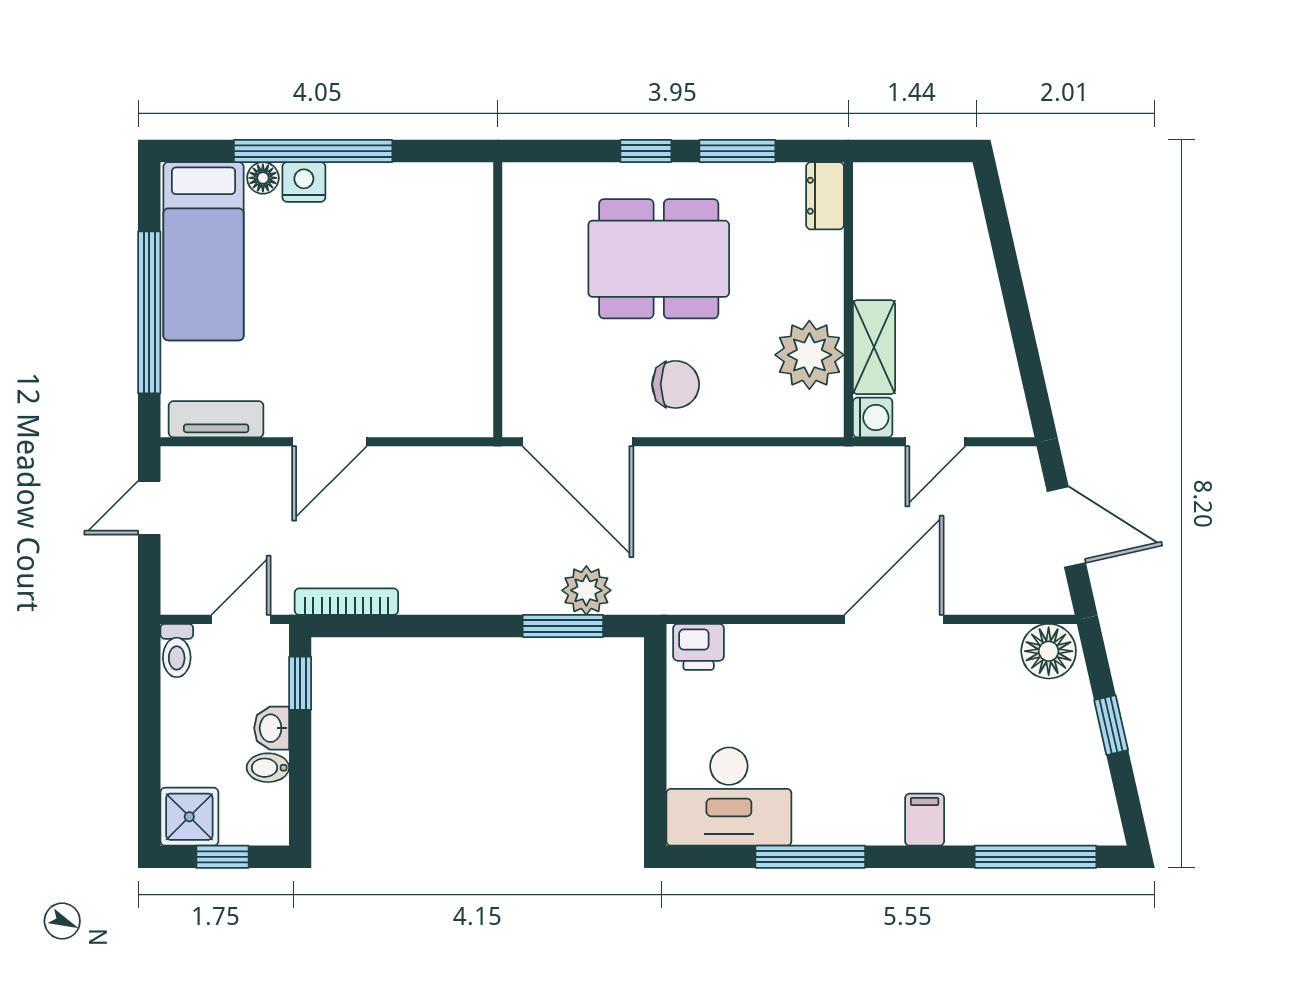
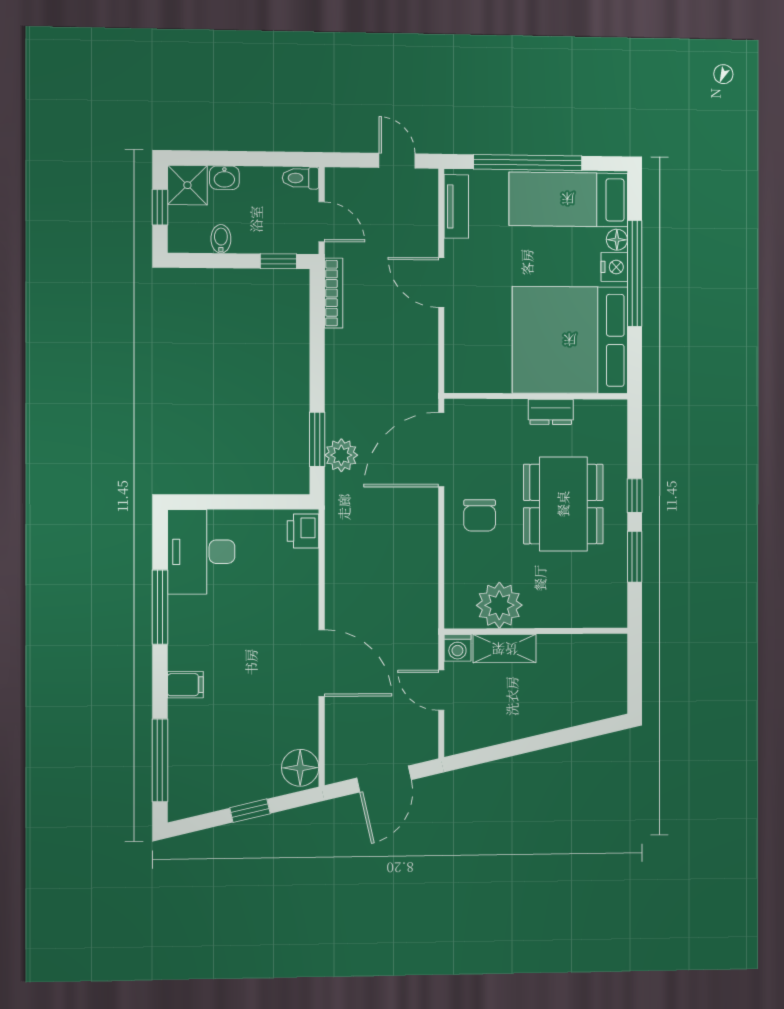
dresser: (825, 196) -> (551, 412), moved, turned 180
bed: (414, 249) -> (570, 340), added
washbasin: (272, 728) -> (224, 178), moved, turned 180

